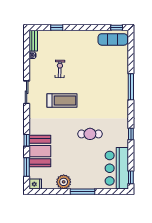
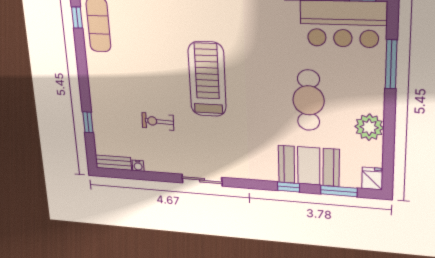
treadmill: (62, 101) -> (207, 79), moved, width x1.37, depth x1.37
cafe table: (90, 134) -> (309, 100), moved, width x1.37, depth x1.35
window: (83, 192) -> (391, 64), moved

